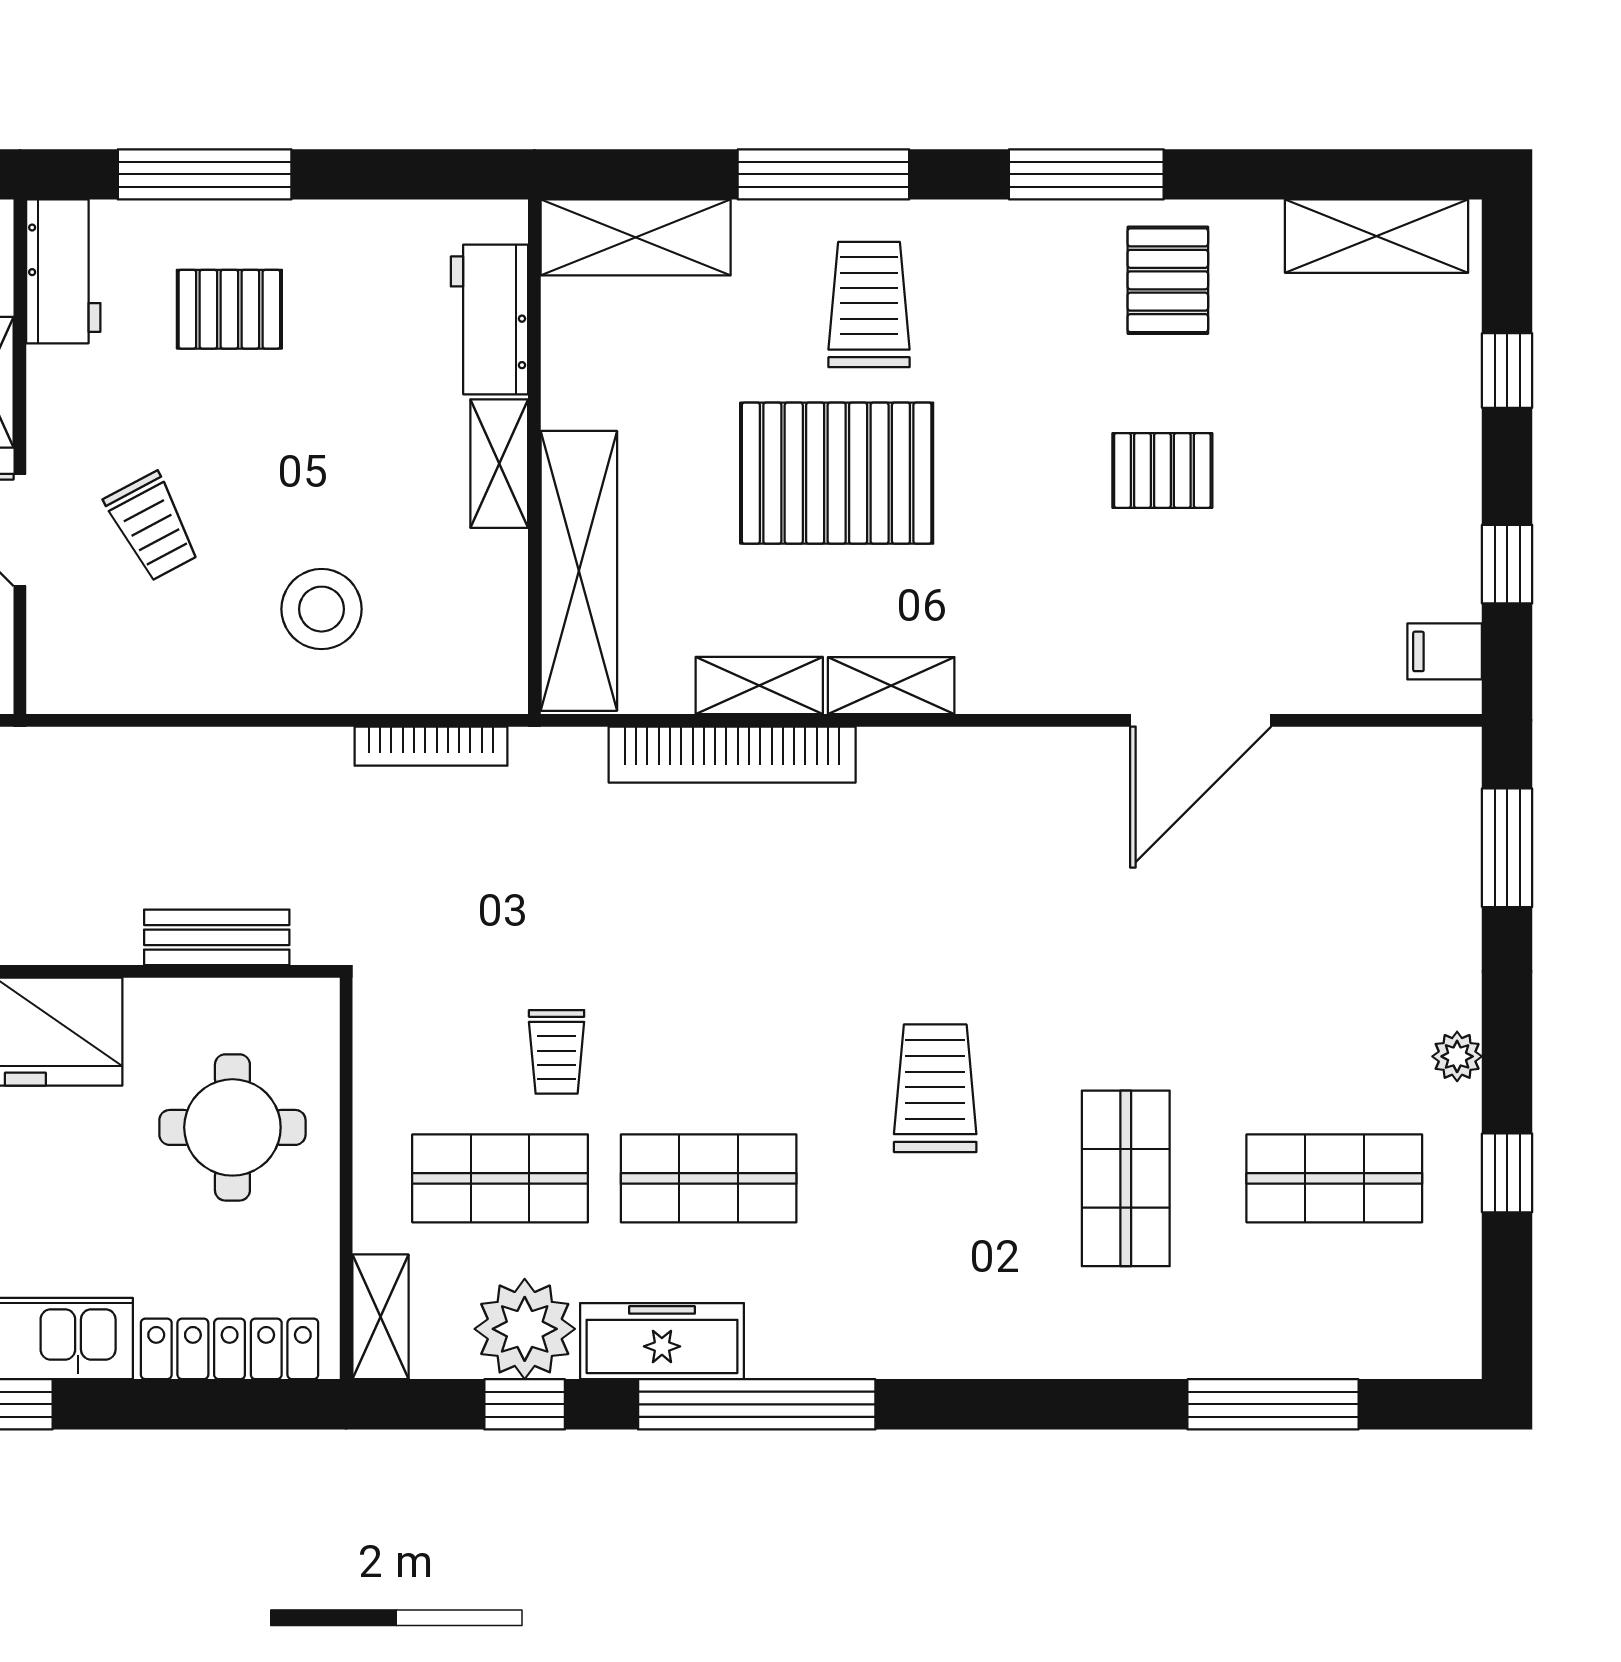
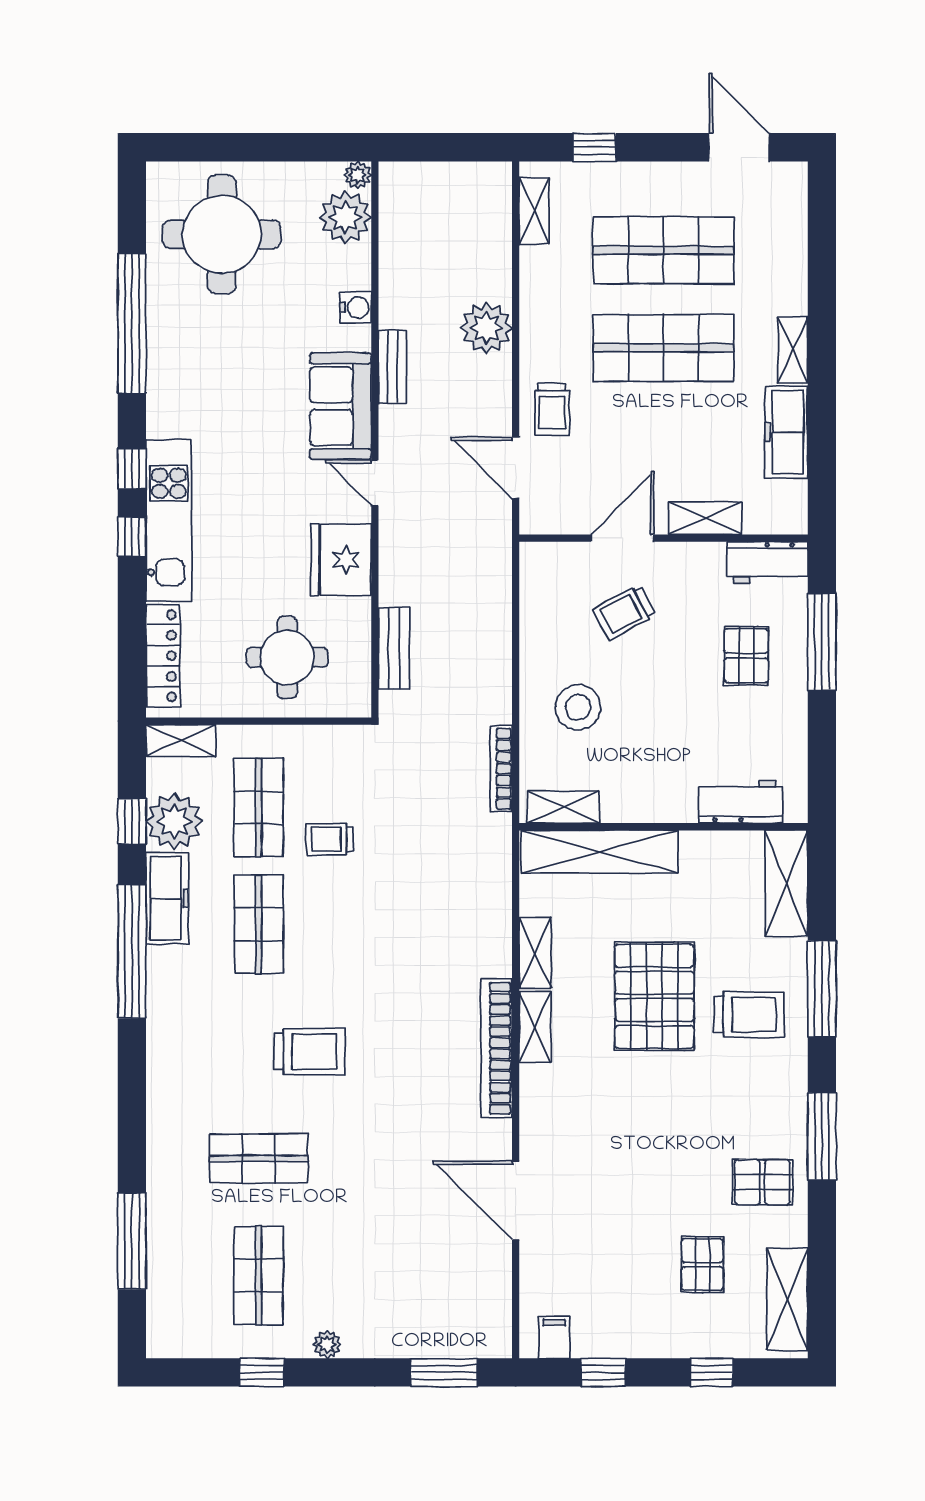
shelving: (499, 464) -> (564, 807), moved
pallet: (1162, 471) -> (702, 1265), moved
bookcase: (732, 755) -> (496, 1048), moved

